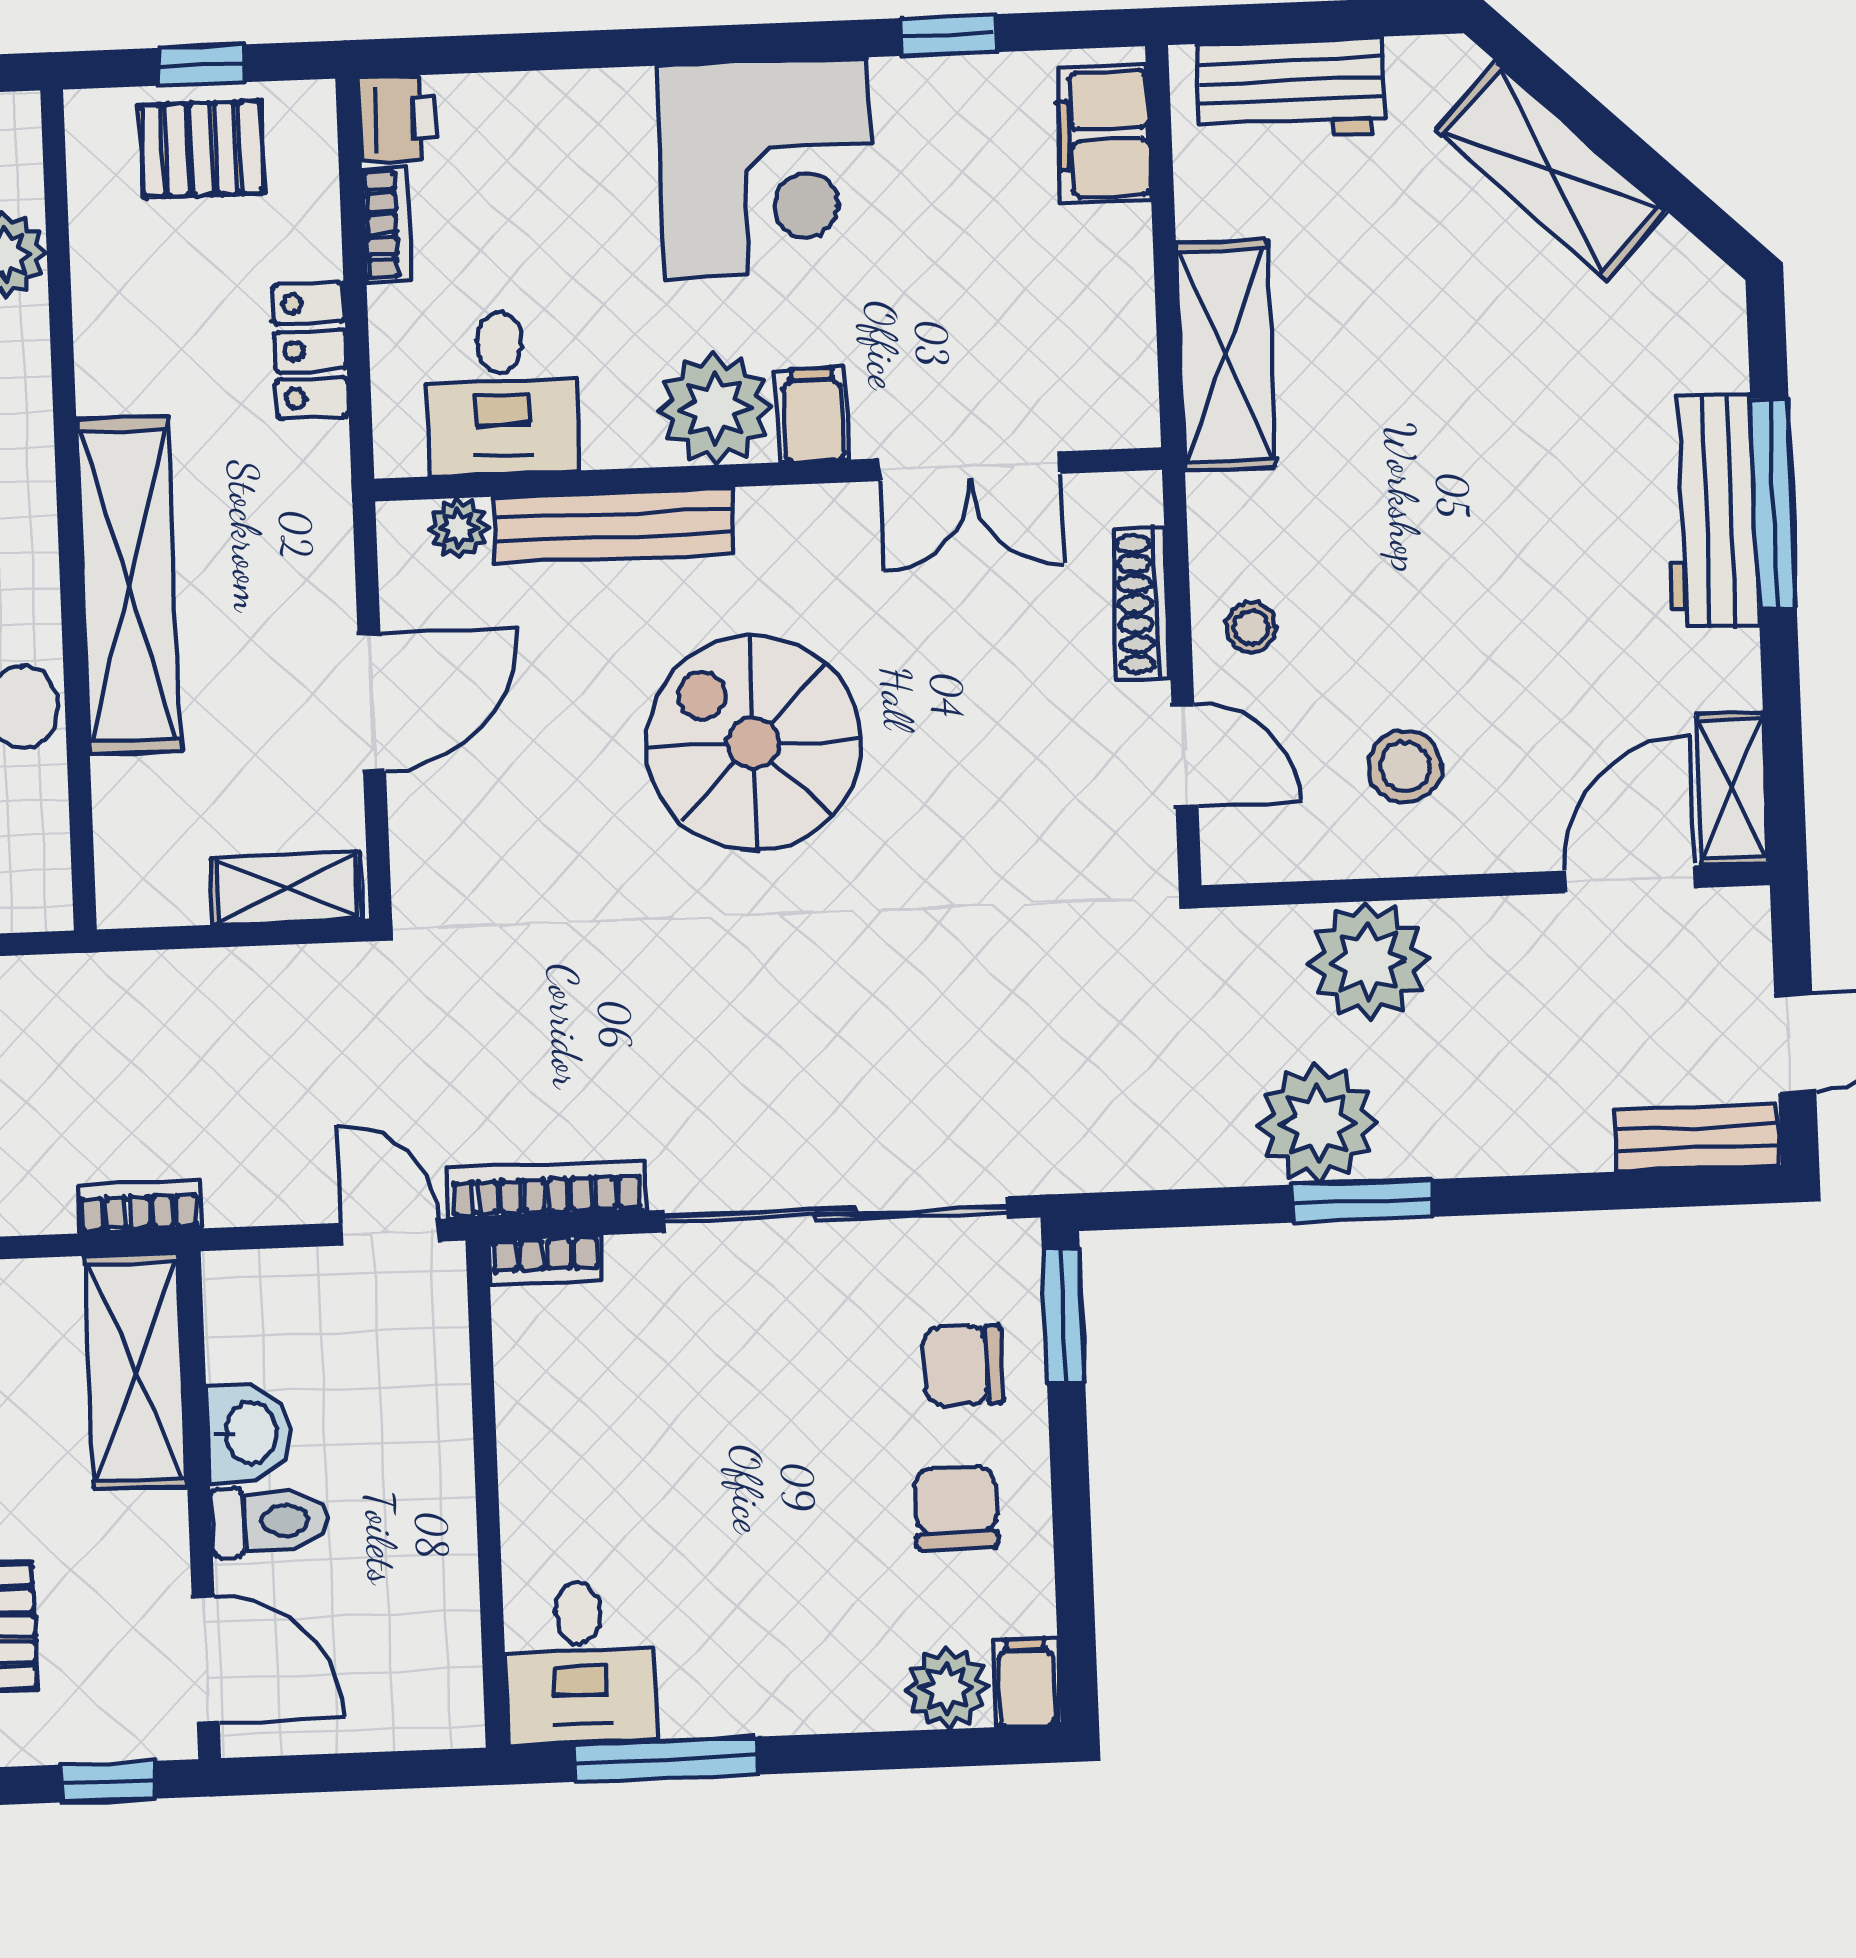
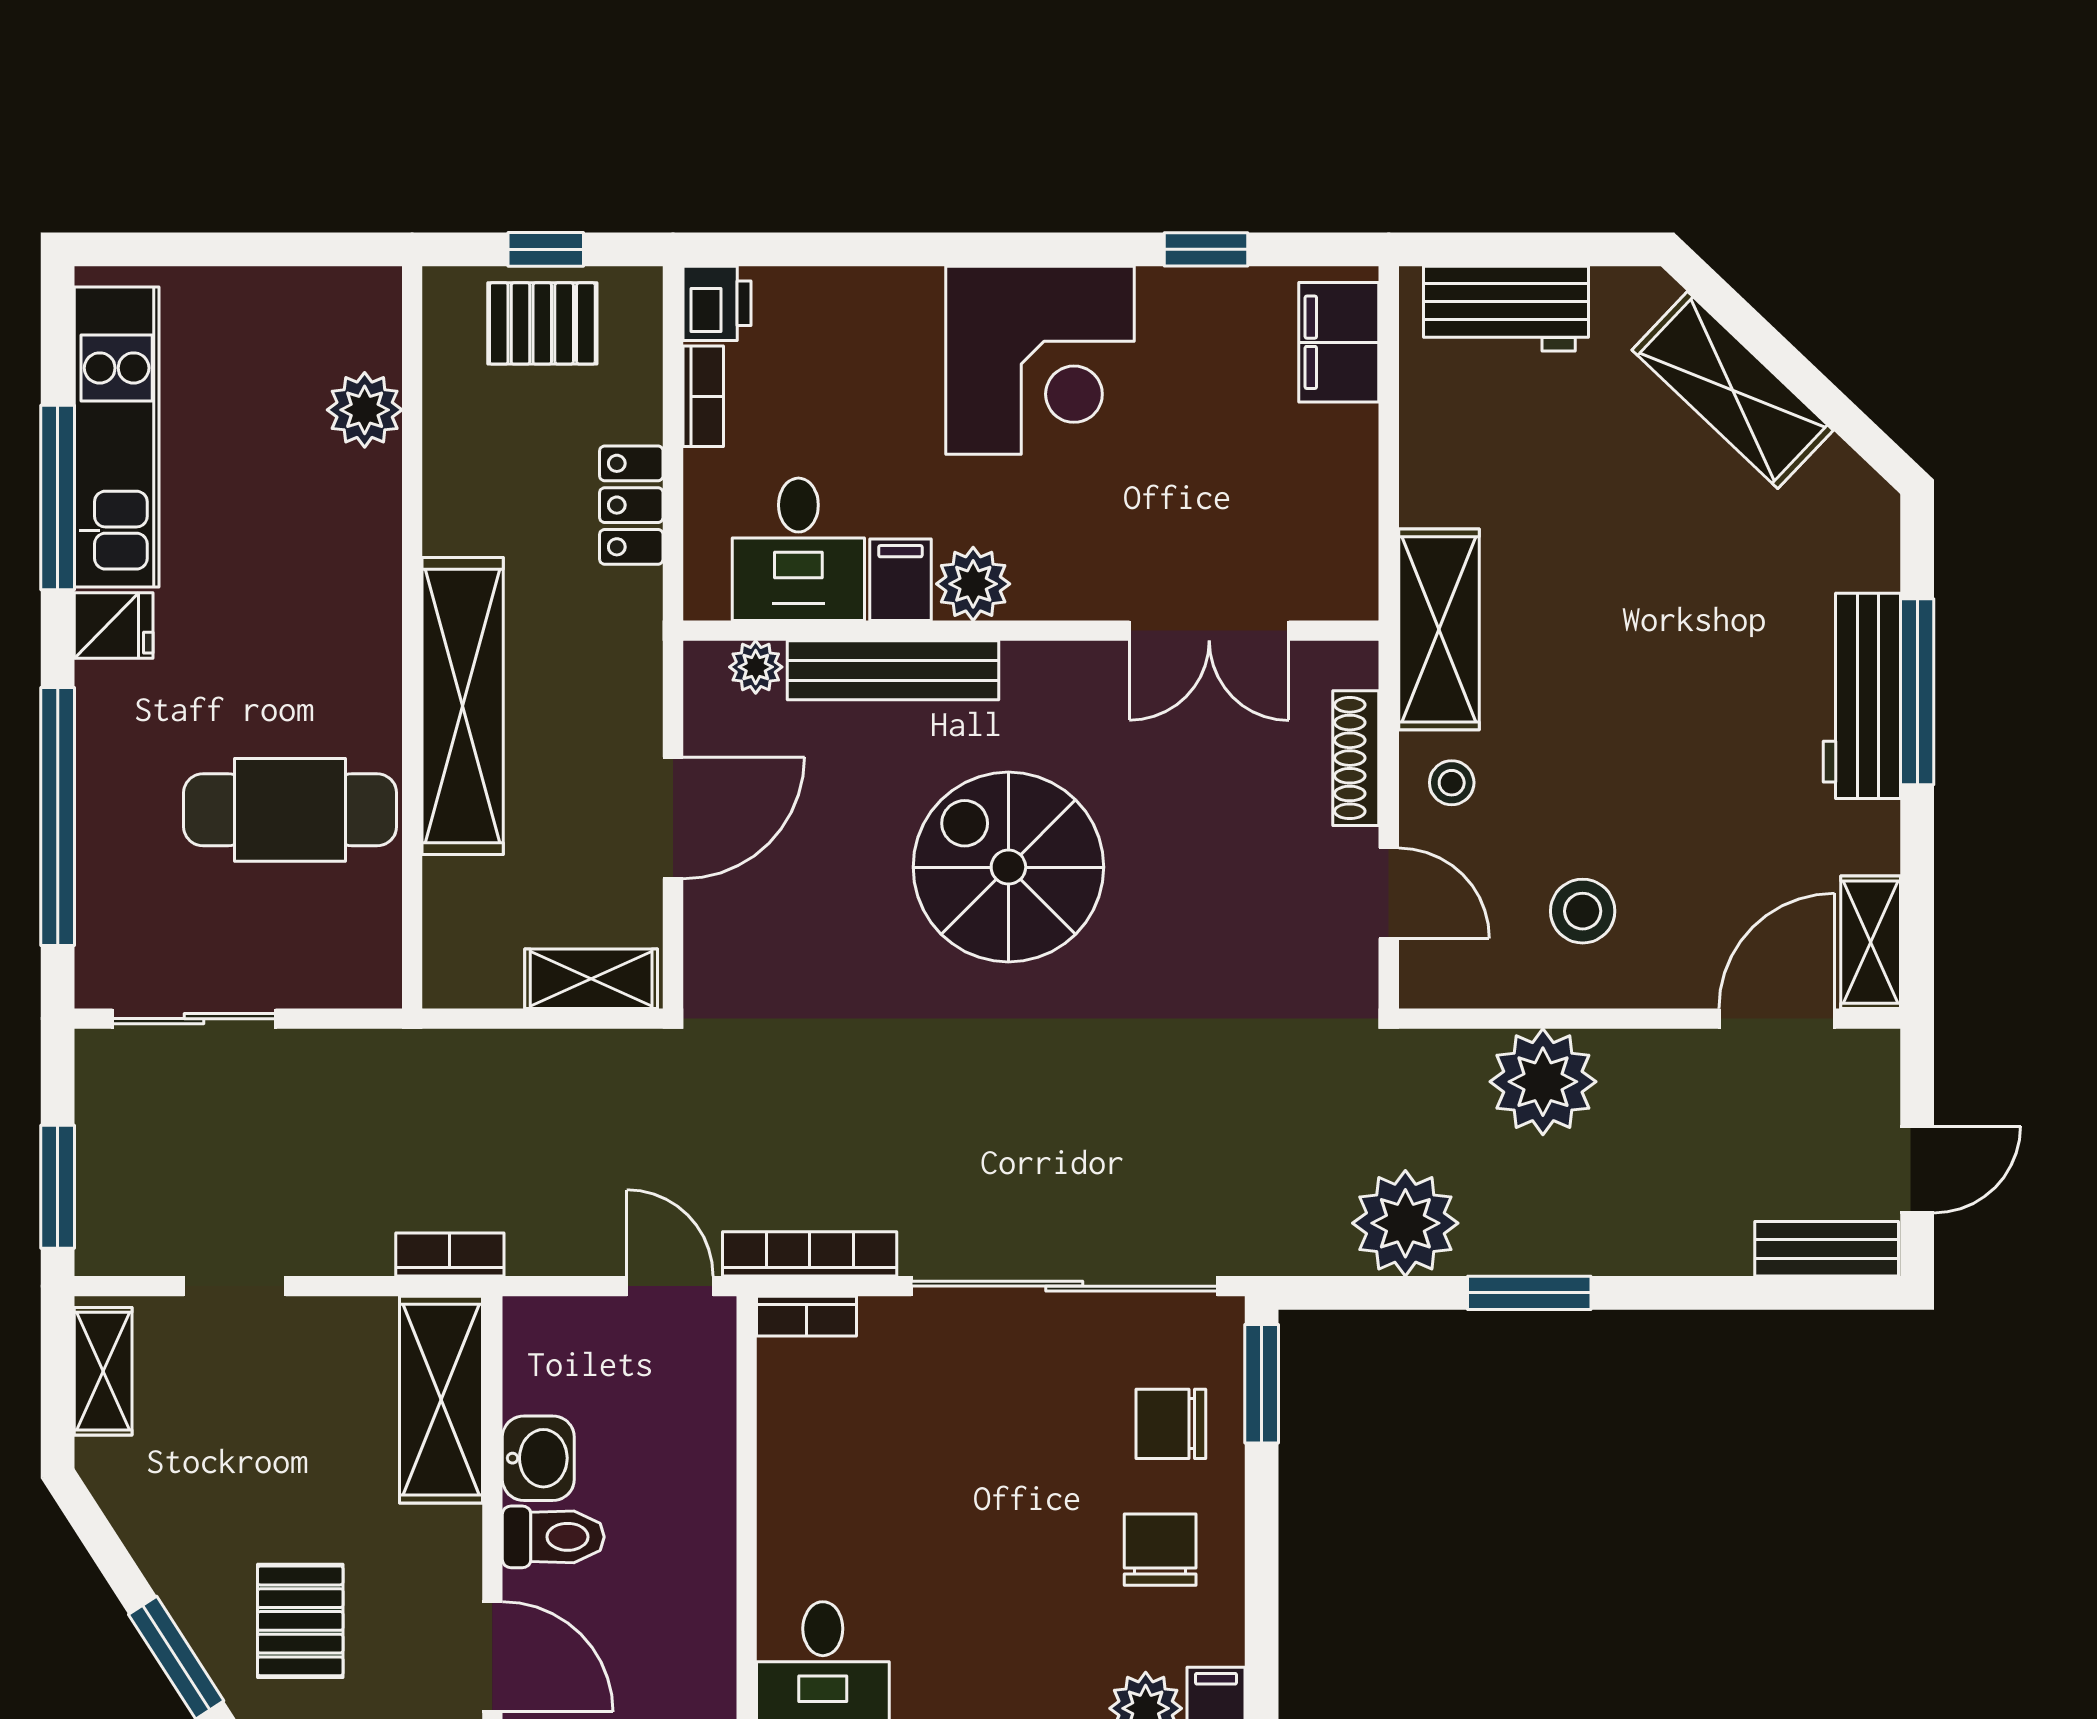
shelving: (1226, 355) -> (1439, 629), moved
plant: (715, 408) -> (973, 584), width x0.73, depth x0.73
filing cabinet: (813, 415) -> (900, 580), moved
plant: (1317, 1124) -> (1405, 1223), moved

